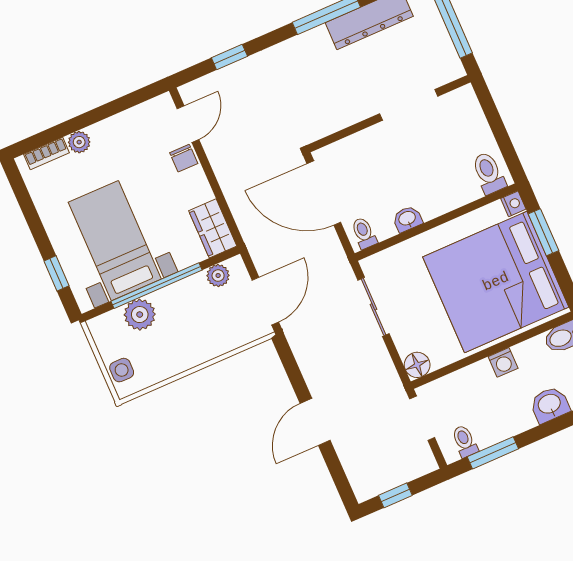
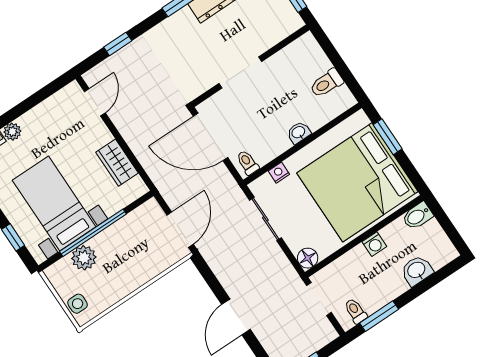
doorway: (409, 105) -> (240, 72), moved
chair: (184, 158) -> (96, 129), removed
toilet: (489, 173) -> (326, 83), moved, turned -90
nightstand: (513, 204) -> (279, 173), moved, turned -90
washbasin: (407, 219) -> (299, 133), moved
wardrobe: (213, 228) -> (117, 163), moved
plant: (218, 276) -> (140, 216), removed

